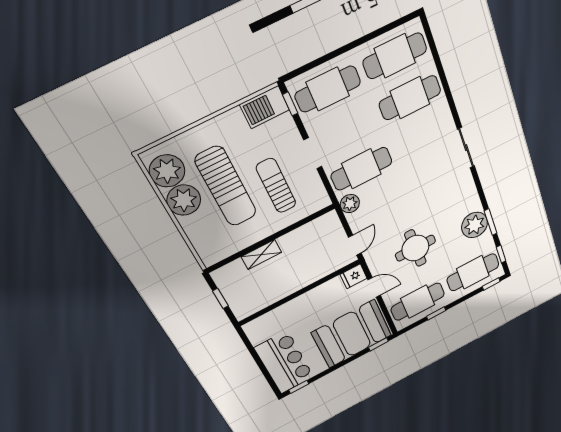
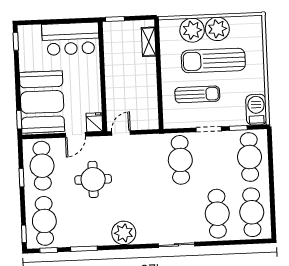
window: (290, 104) -> (238, 128), moved
sliding door: (466, 148) -> (176, 245), moved
plant: (167, 171) -> (192, 30), moved
plant: (350, 204) -> (157, 142), removed
plant: (475, 225) -> (124, 233), moved
door: (355, 245) -> (121, 133), swing flipped
shelving: (261, 255) -> (149, 42), moved
window: (220, 298) -> (115, 19), moved
bar counter: (284, 362) -> (71, 39), moved

